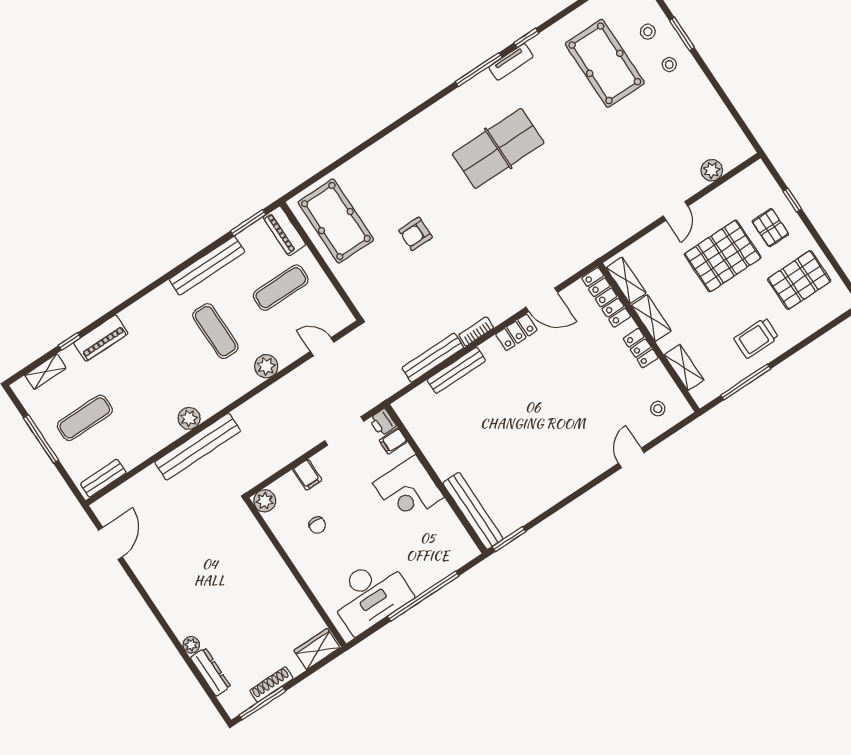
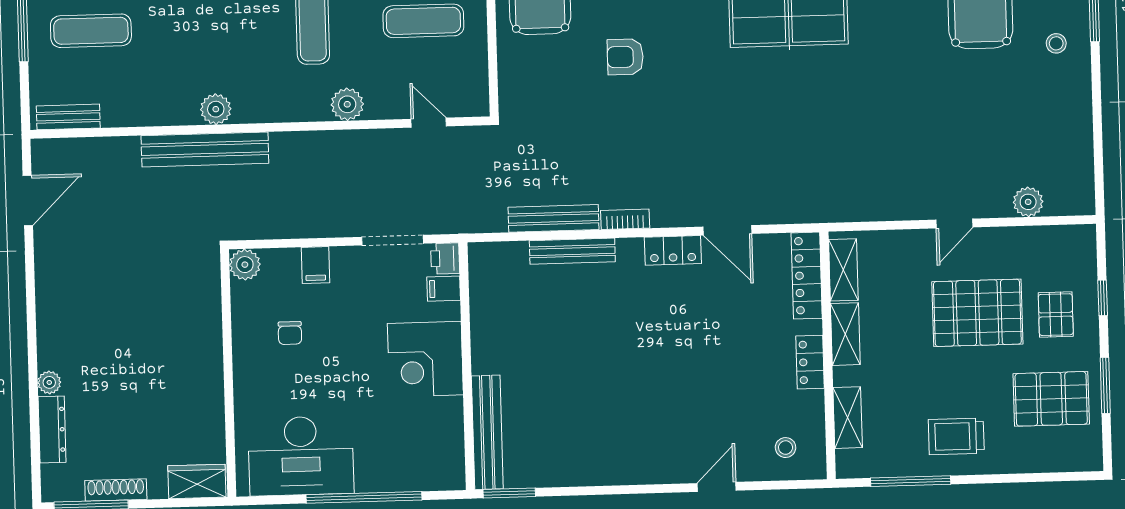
window: (827, 252) -> (1105, 385), added

